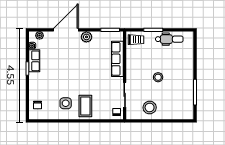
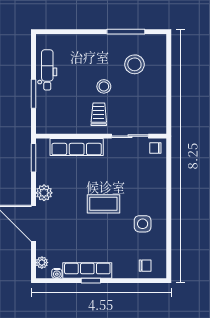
trolley: (136, 40) -> (99, 114), moved
row of seats: (34, 61) -> (87, 270), width x1.48
coffee table: (85, 106) -> (103, 204), moved
stool: (150, 107) -> (134, 64), moved

